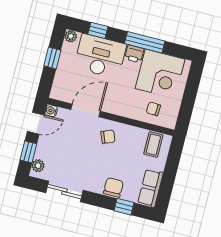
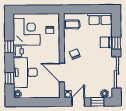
window: (145, 42) -> (9, 47), width x0.46
window: (52, 58) -> (34, 102), removed
door: (36, 123) -> (78, 102), hinge flipped
sliding door: (65, 192) -> (116, 72), width x1.37
window: (124, 207) -> (116, 43), moved

